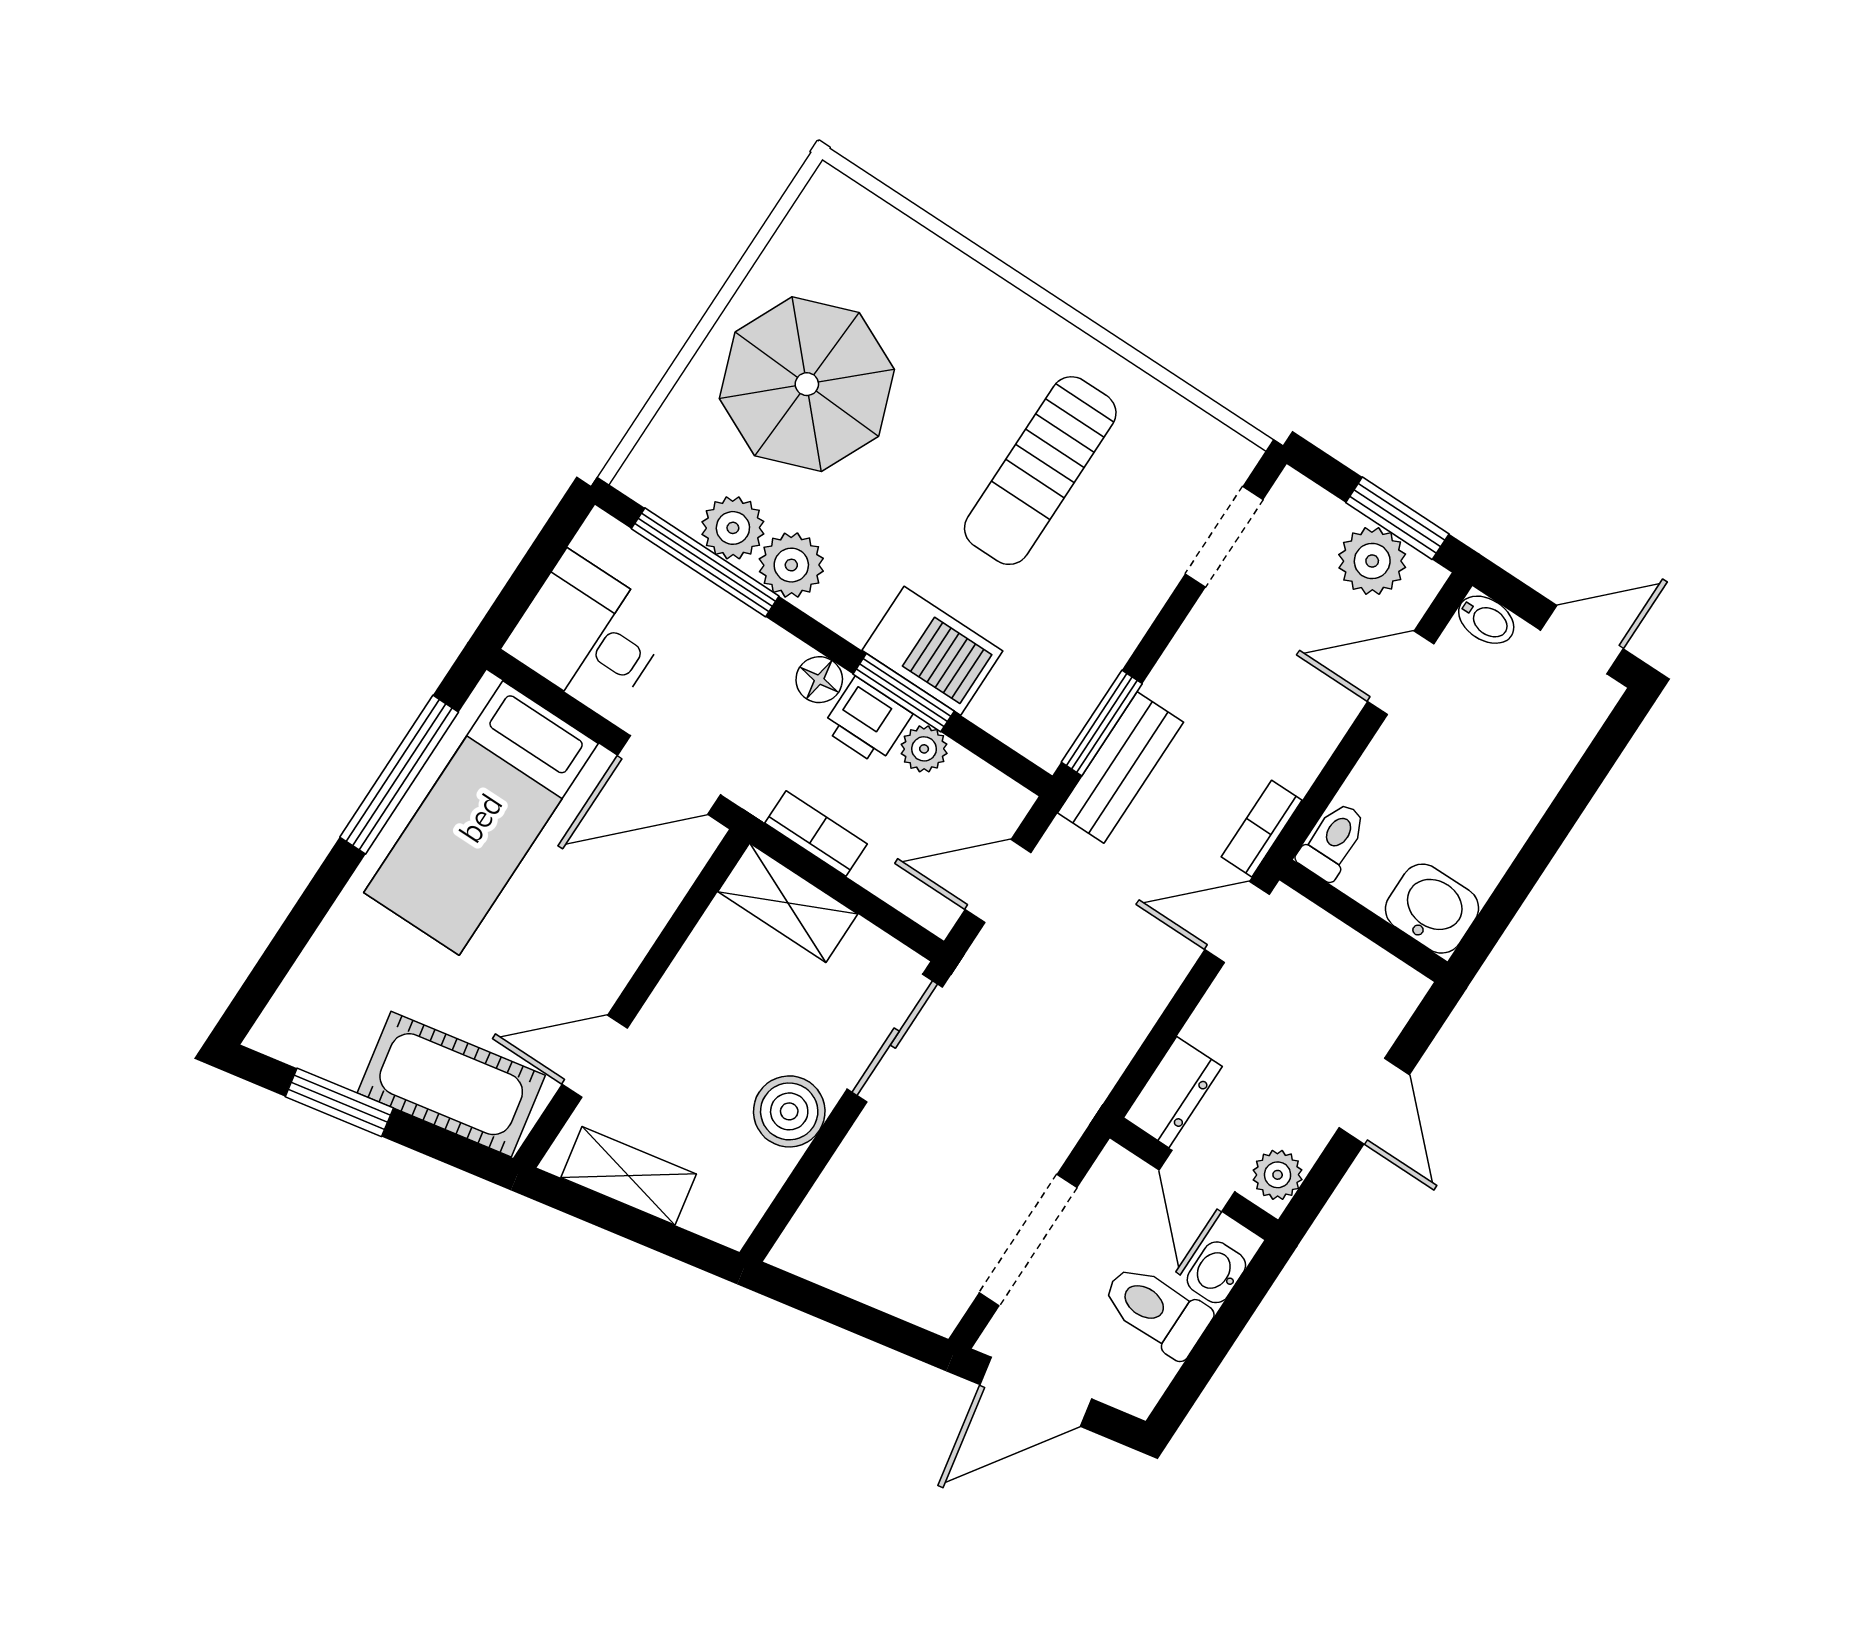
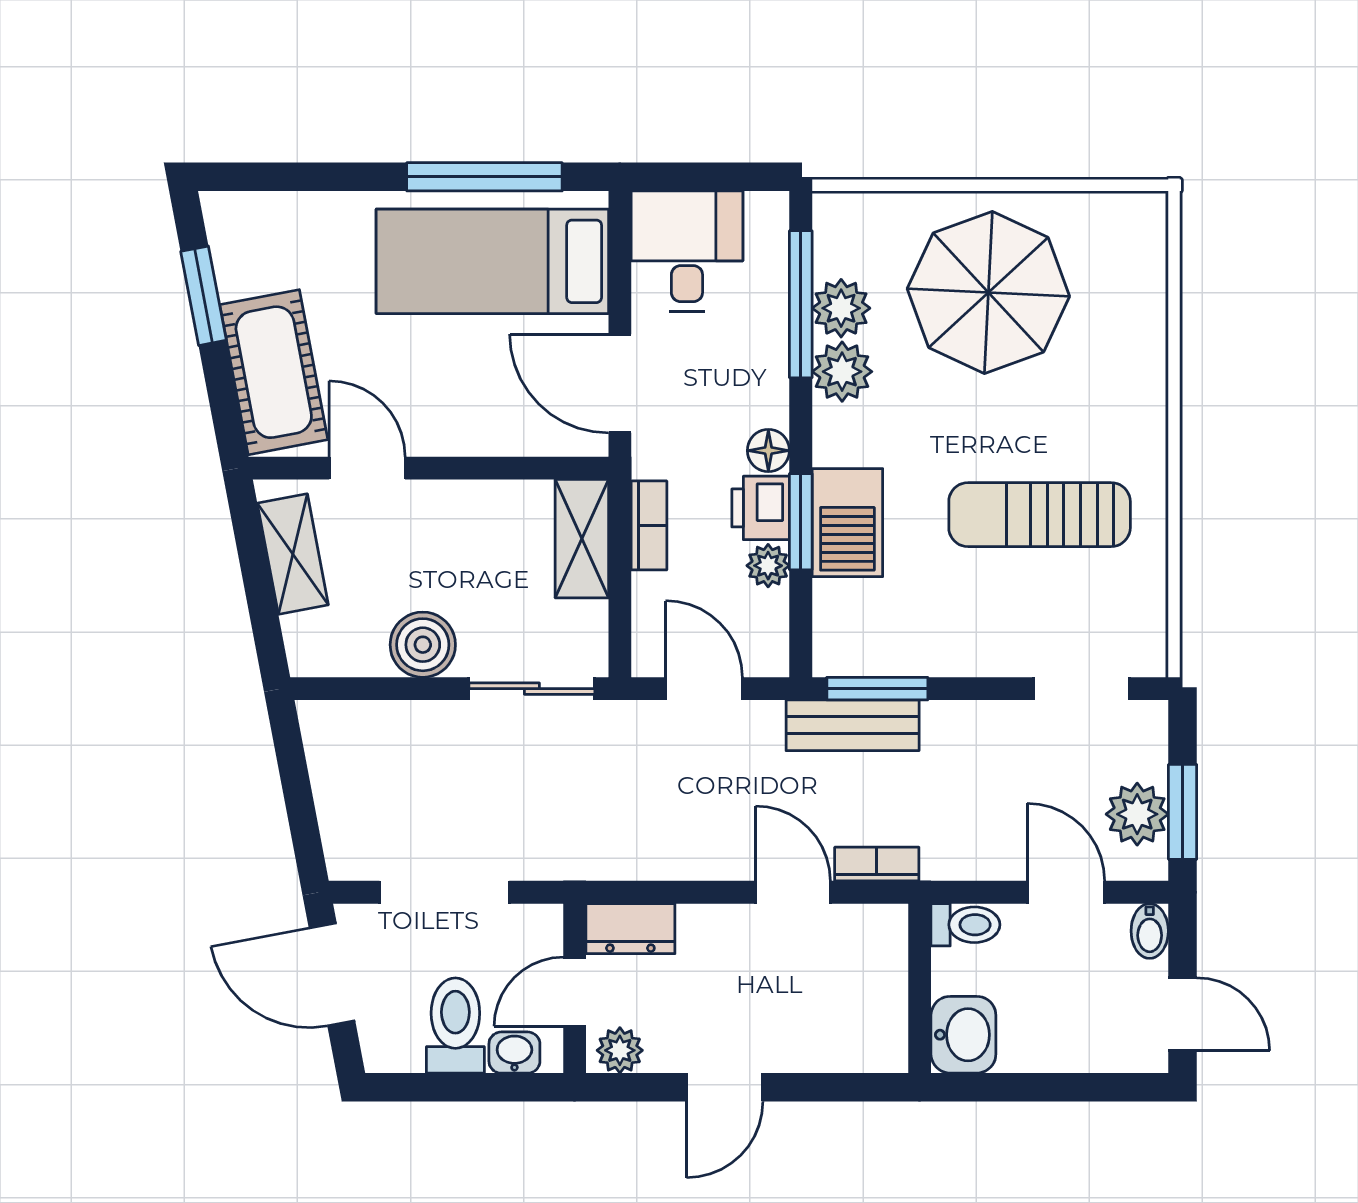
toilet: (1333, 841) -> (965, 925), moved
washbasin: (1432, 909) -> (963, 1035), moved
wall: (1363, 921) -> (920, 988), moved

